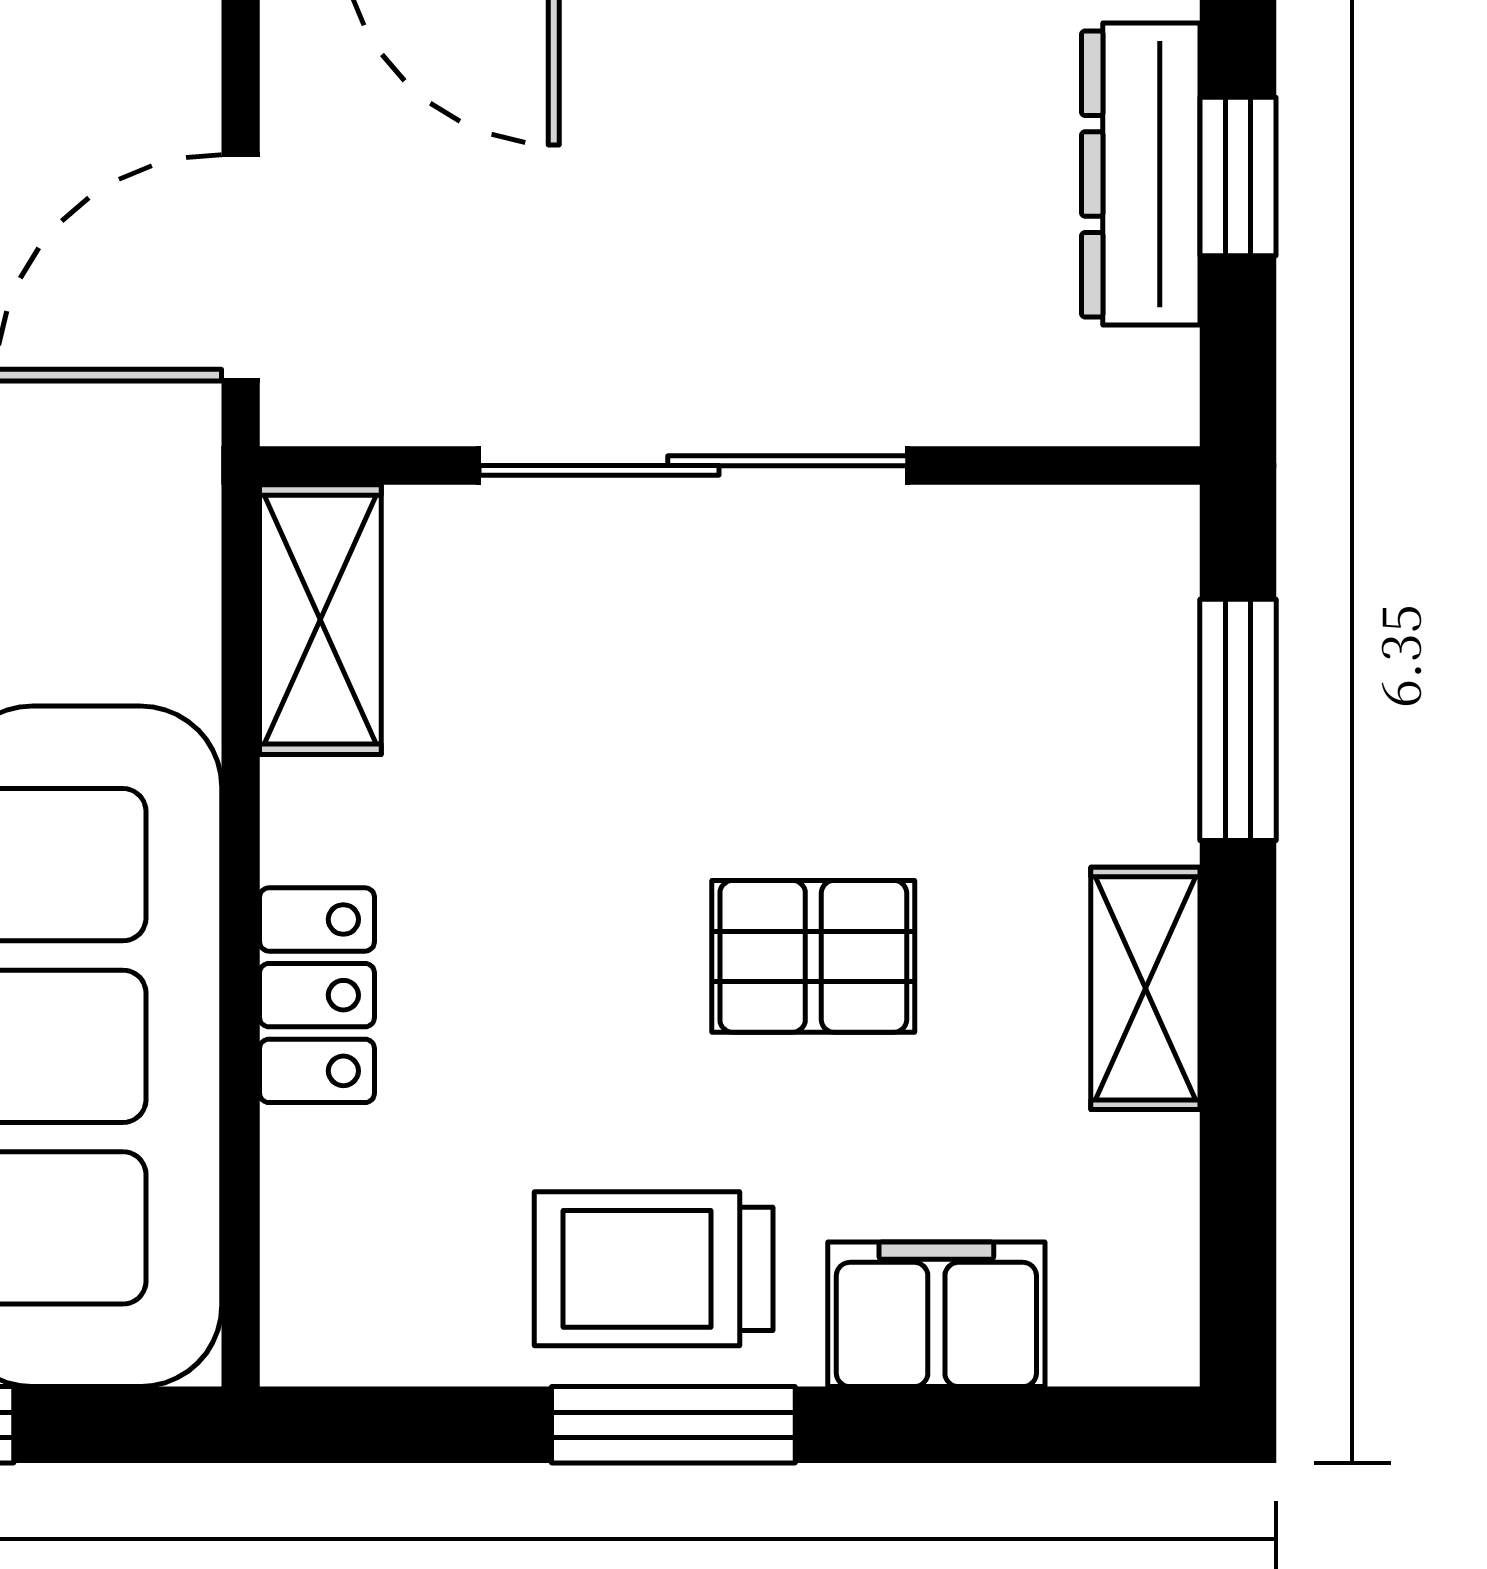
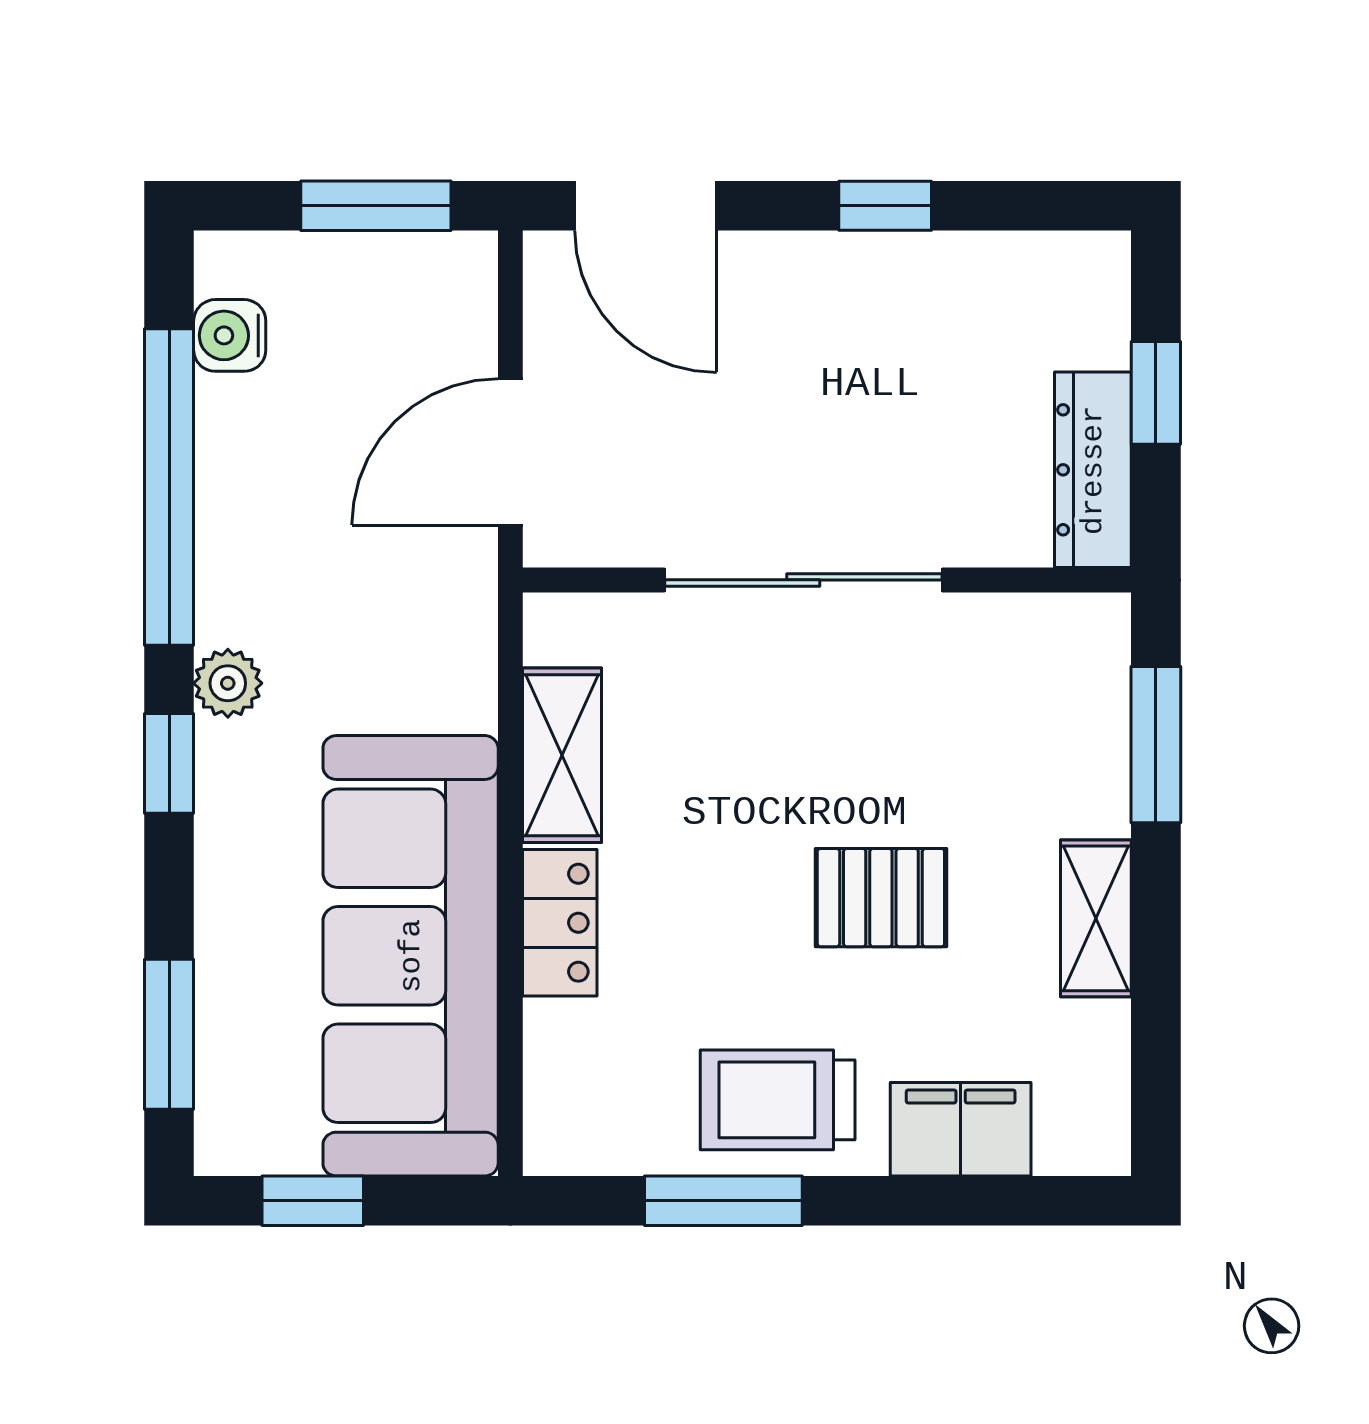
dresser: (1141, 174) -> (1093, 470), moved
shelving: (320, 620) -> (562, 755), moved
window: (673, 1425) -> (723, 1201), moved

